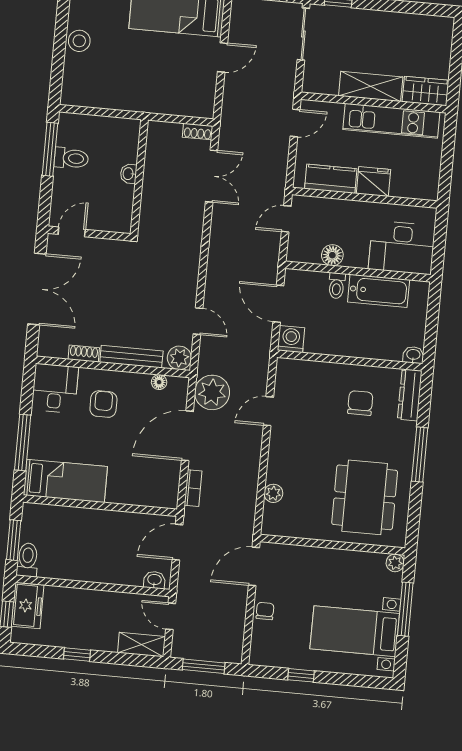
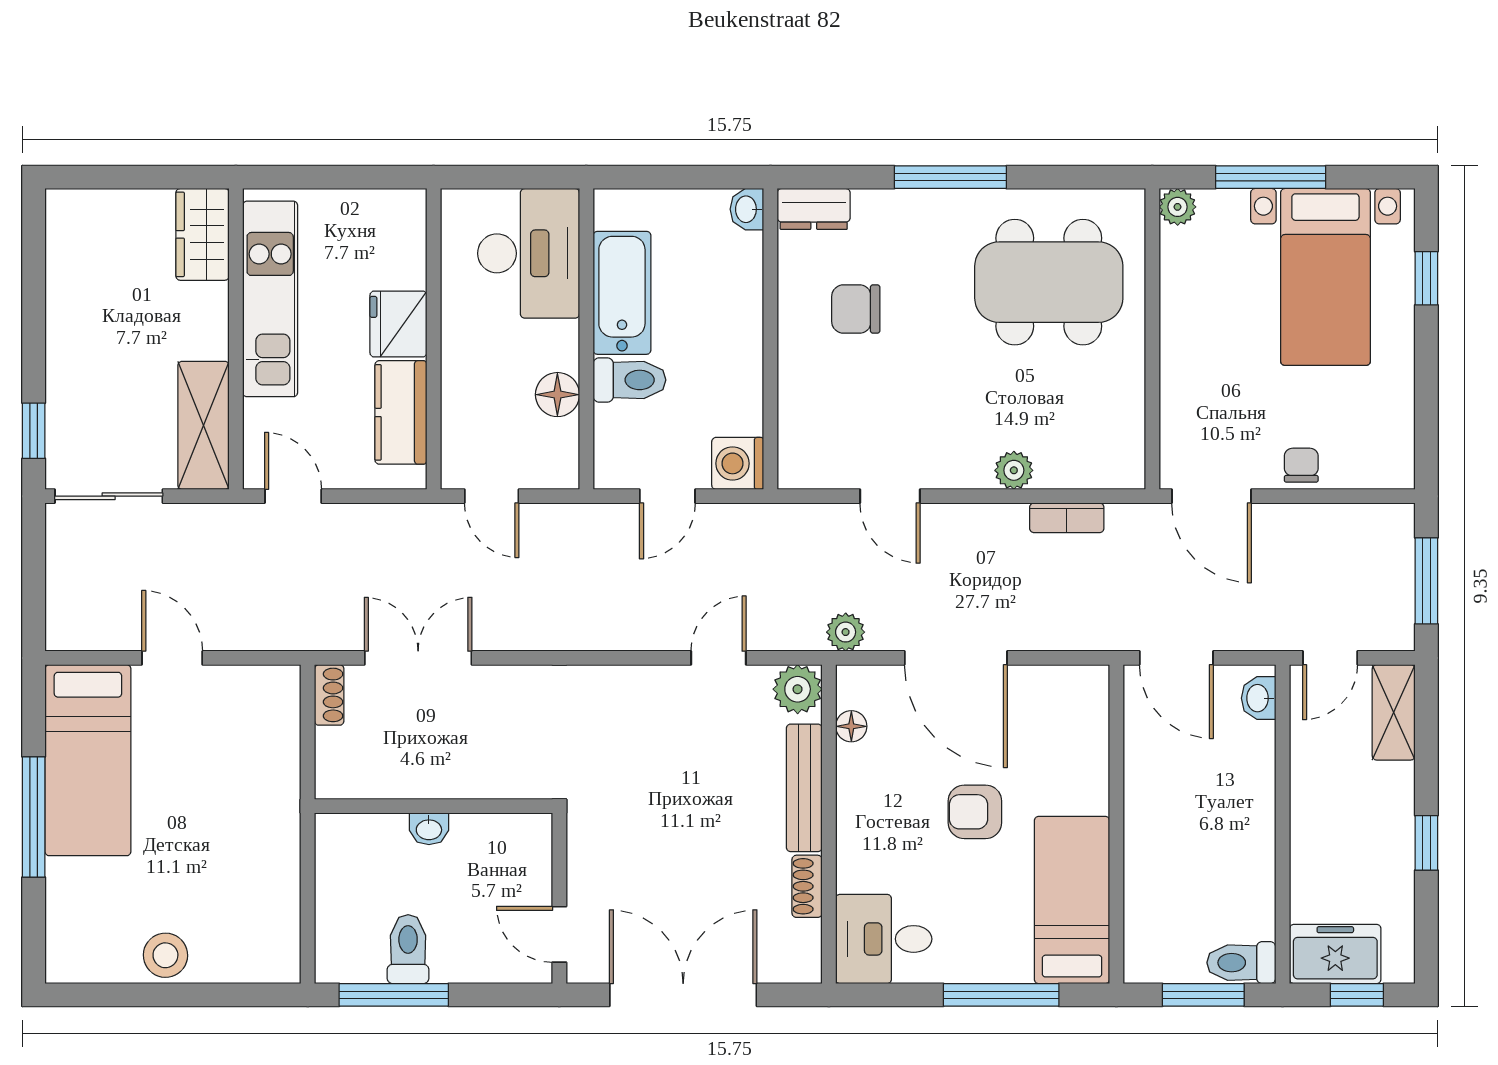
shelving: (371, 86) -> (203, 425), moved
toilet: (337, 286) -> (629, 380), width x1.37, depth x1.39
door: (278, 304) -> (667, 496), width x0.73
plant: (212, 392) -> (846, 632), width x0.53, depth x0.53
dresser: (410, 395) -> (814, 209), width x0.70
armchair: (103, 404) -> (975, 812), moved
bookcase: (193, 488) -> (1067, 518), moved, turned 180
plant: (273, 493) -> (1014, 470), moved
chair: (265, 611) -> (1301, 465), turned 90
window: (301, 675) -> (1426, 278), moved

